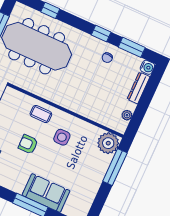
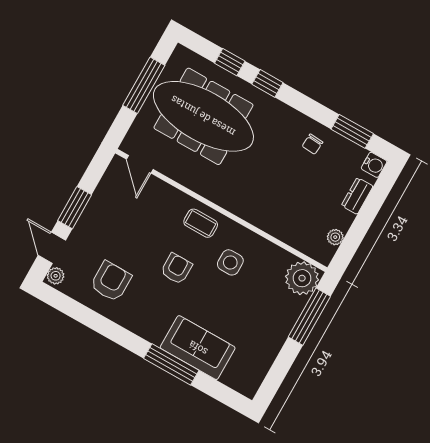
window: (101, 33) -> (267, 83), moved
dresser: (138, 88) -> (357, 196), width x0.70
armchair: (28, 144) -> (176, 269), turned 90

